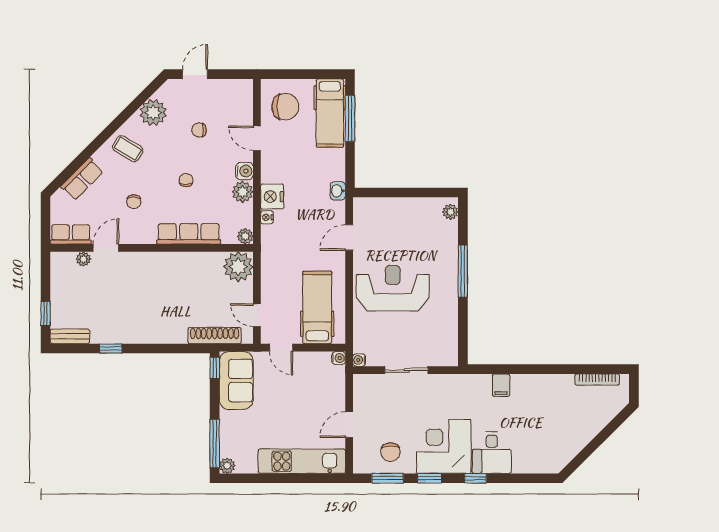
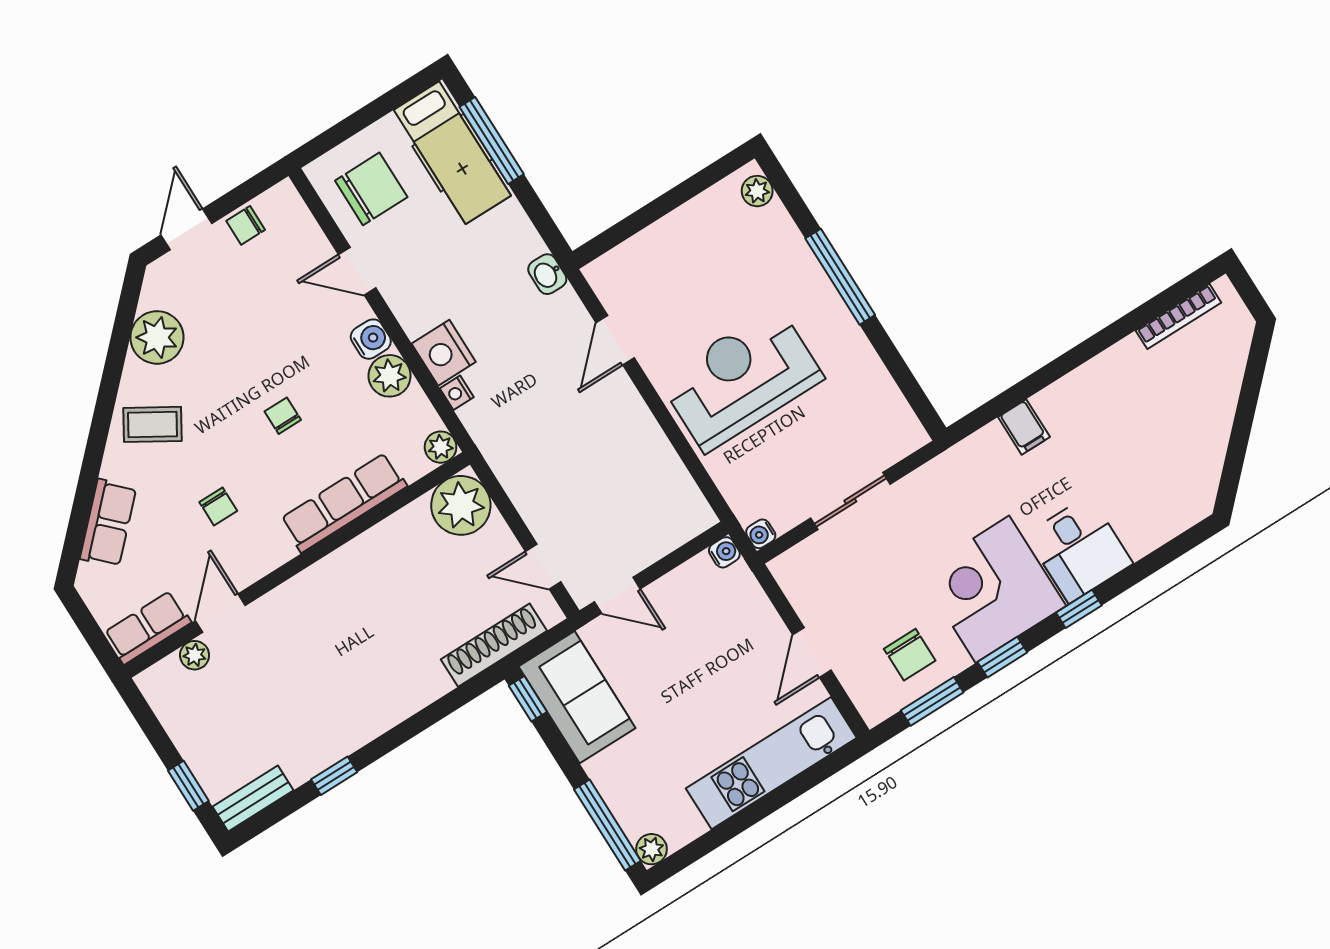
chair: (199, 130) -> (246, 225), moved
hospital bed: (317, 307) -> (636, 490), removed

